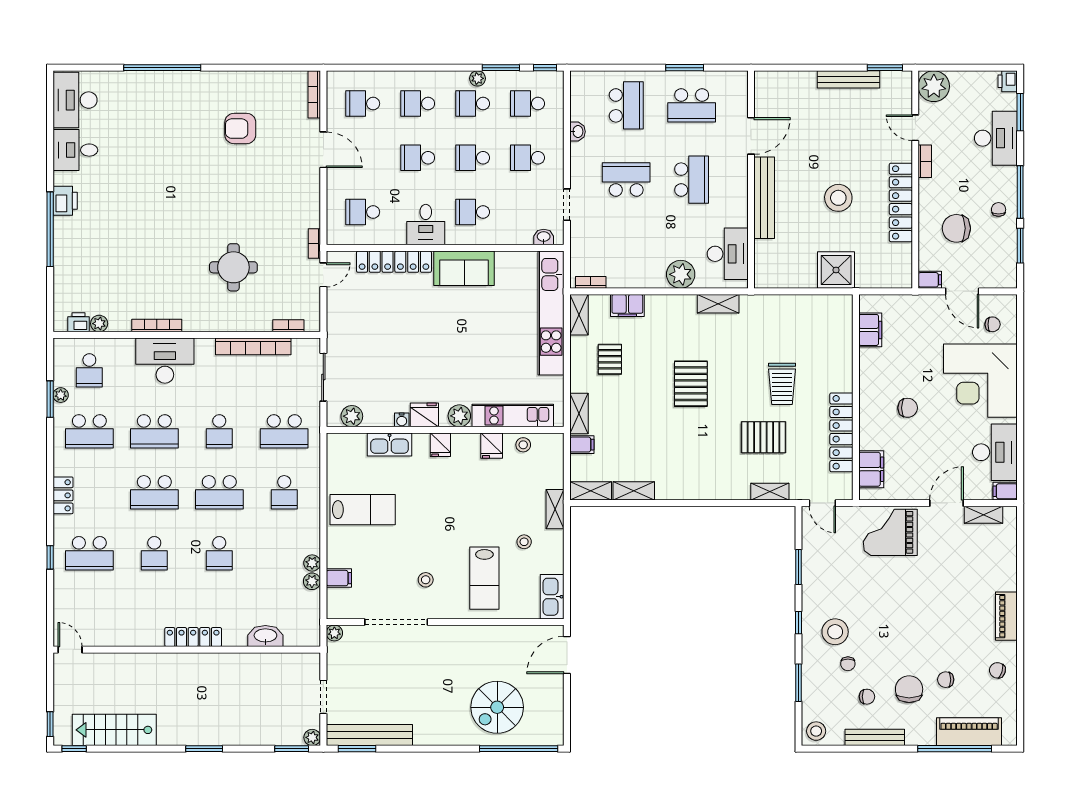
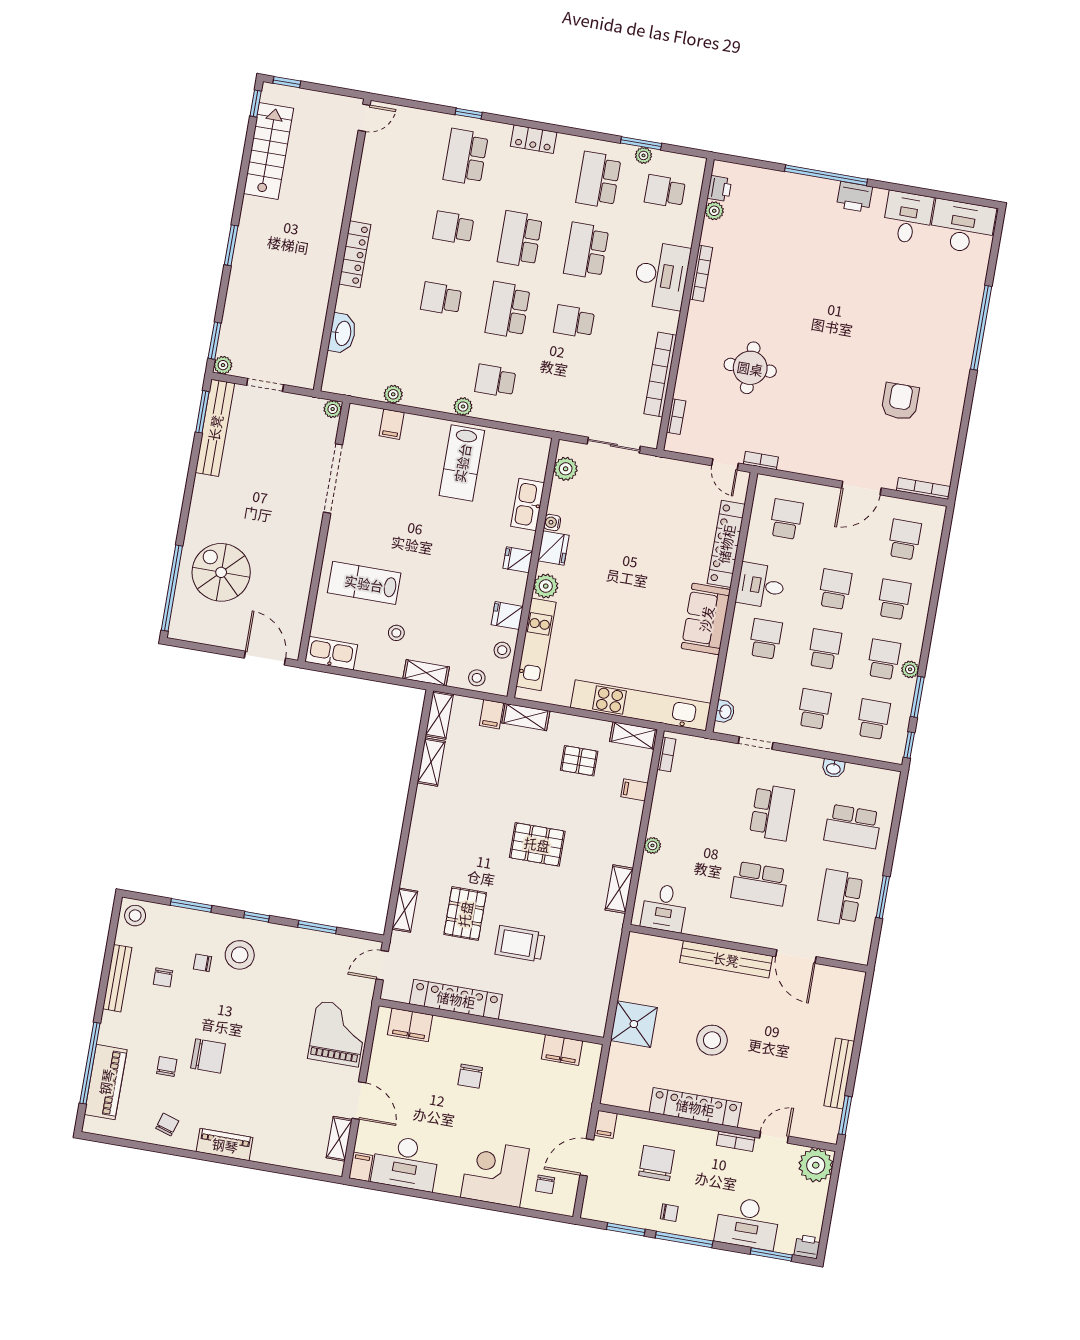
desk: (728, 254) -> (664, 908), width x0.73
plant: (681, 274) -> (652, 845), width x0.53, depth x0.53
filing cabinet: (627, 305) -> (634, 790), width x0.50
corner desk: (980, 381) -> (495, 1173), width x0.74, depth x0.74
school desk: (284, 431) -> (562, 392), removed
plant: (312, 563) -> (463, 407), moved
stool: (426, 580) -> (477, 678), moved
chair: (909, 689) -> (208, 1056), moved

